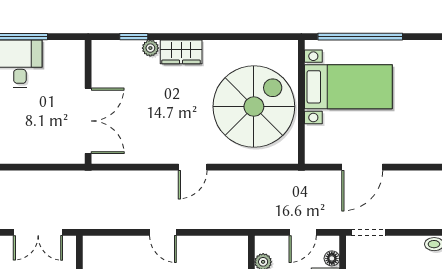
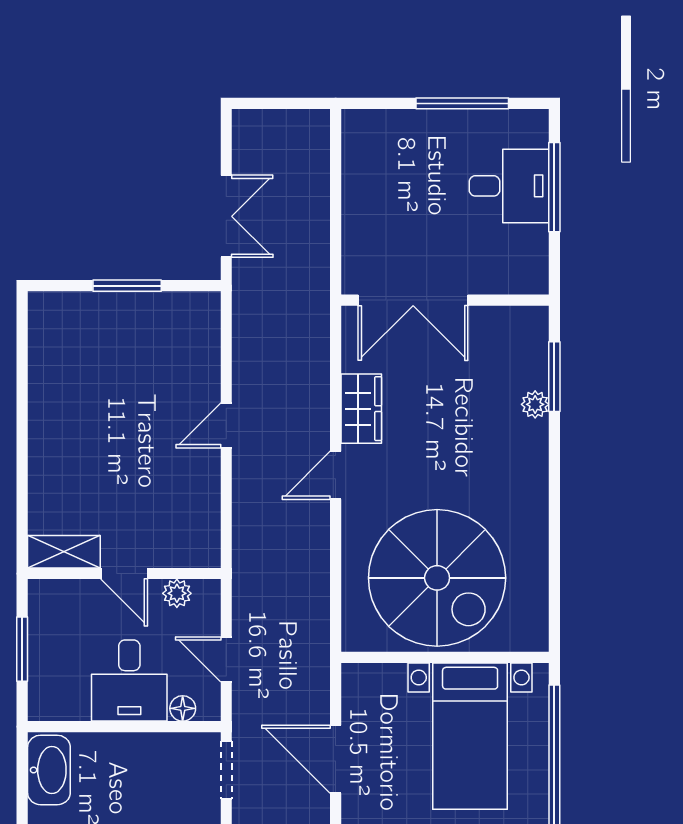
window: (134, 37) -> (554, 377), width x1.50
wardrobe: (181, 52) -> (361, 409), moved, turned 180
door: (193, 167) -> (336, 475), hinge flipped
double door: (38, 232) -> (226, 216), swing flipped

